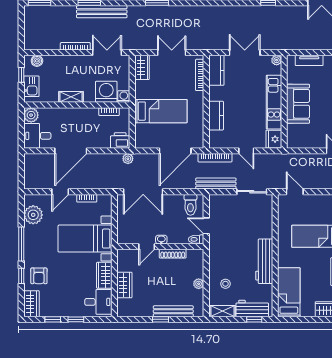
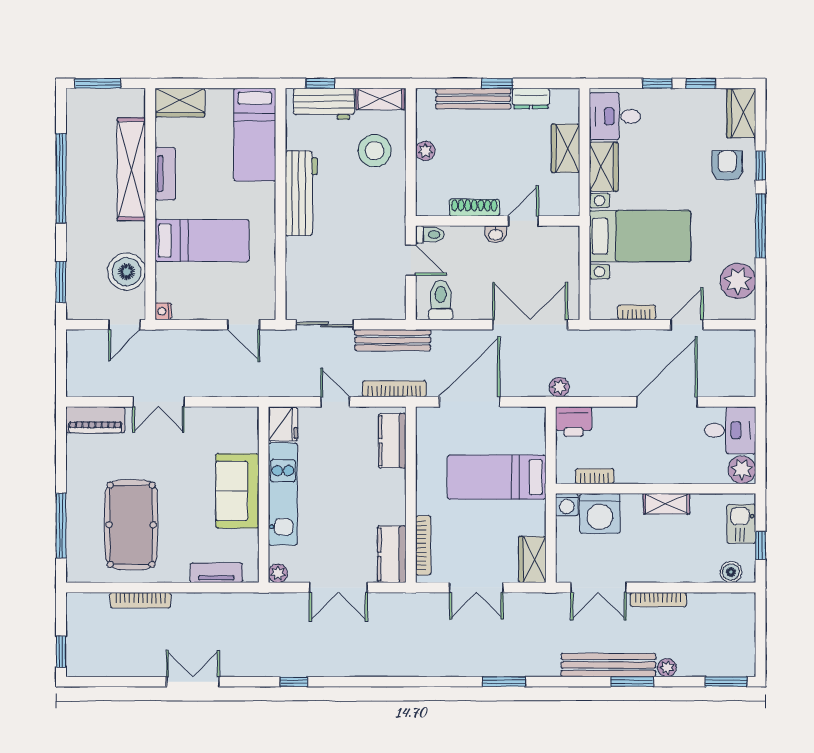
plant: (71, 10) -> (667, 668), added
kitchen counter: (216, 116) -> (392, 441), moved
stool: (225, 284) -> (375, 151), width x1.89, depth x1.89
dresser: (143, 311) -> (531, 99), added

